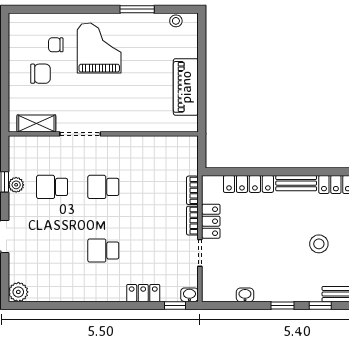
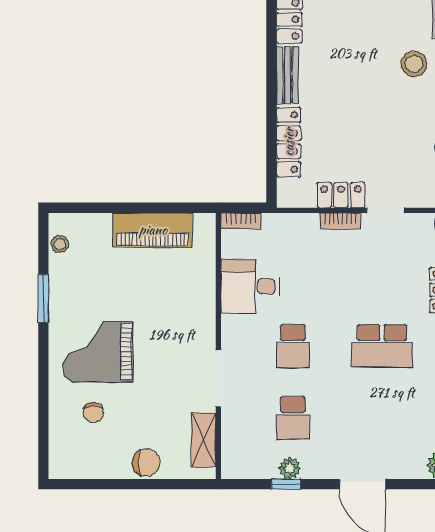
chair: (40, 74) -> (146, 462), moved, turned 90
desk: (146, 157) -> (250, 287), added
bookcase: (192, 190) -> (241, 221), moved
stool: (319, 244) -> (414, 64), moved
school desk: (103, 251) -> (382, 346), width x1.85

